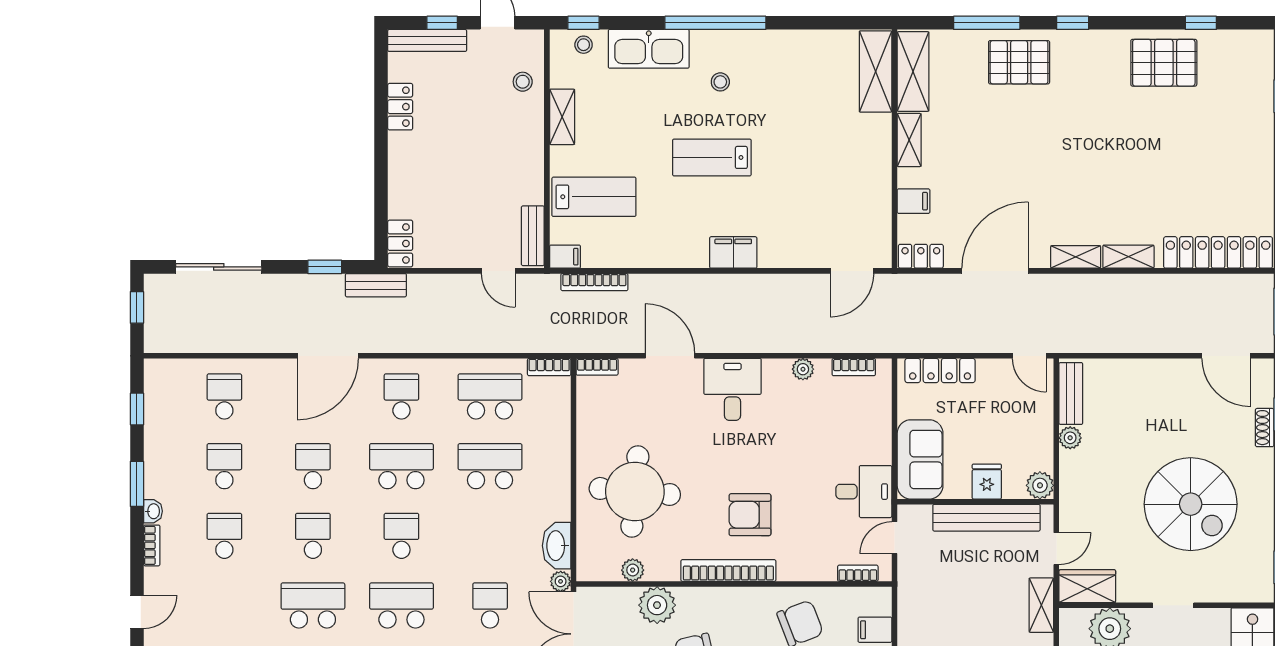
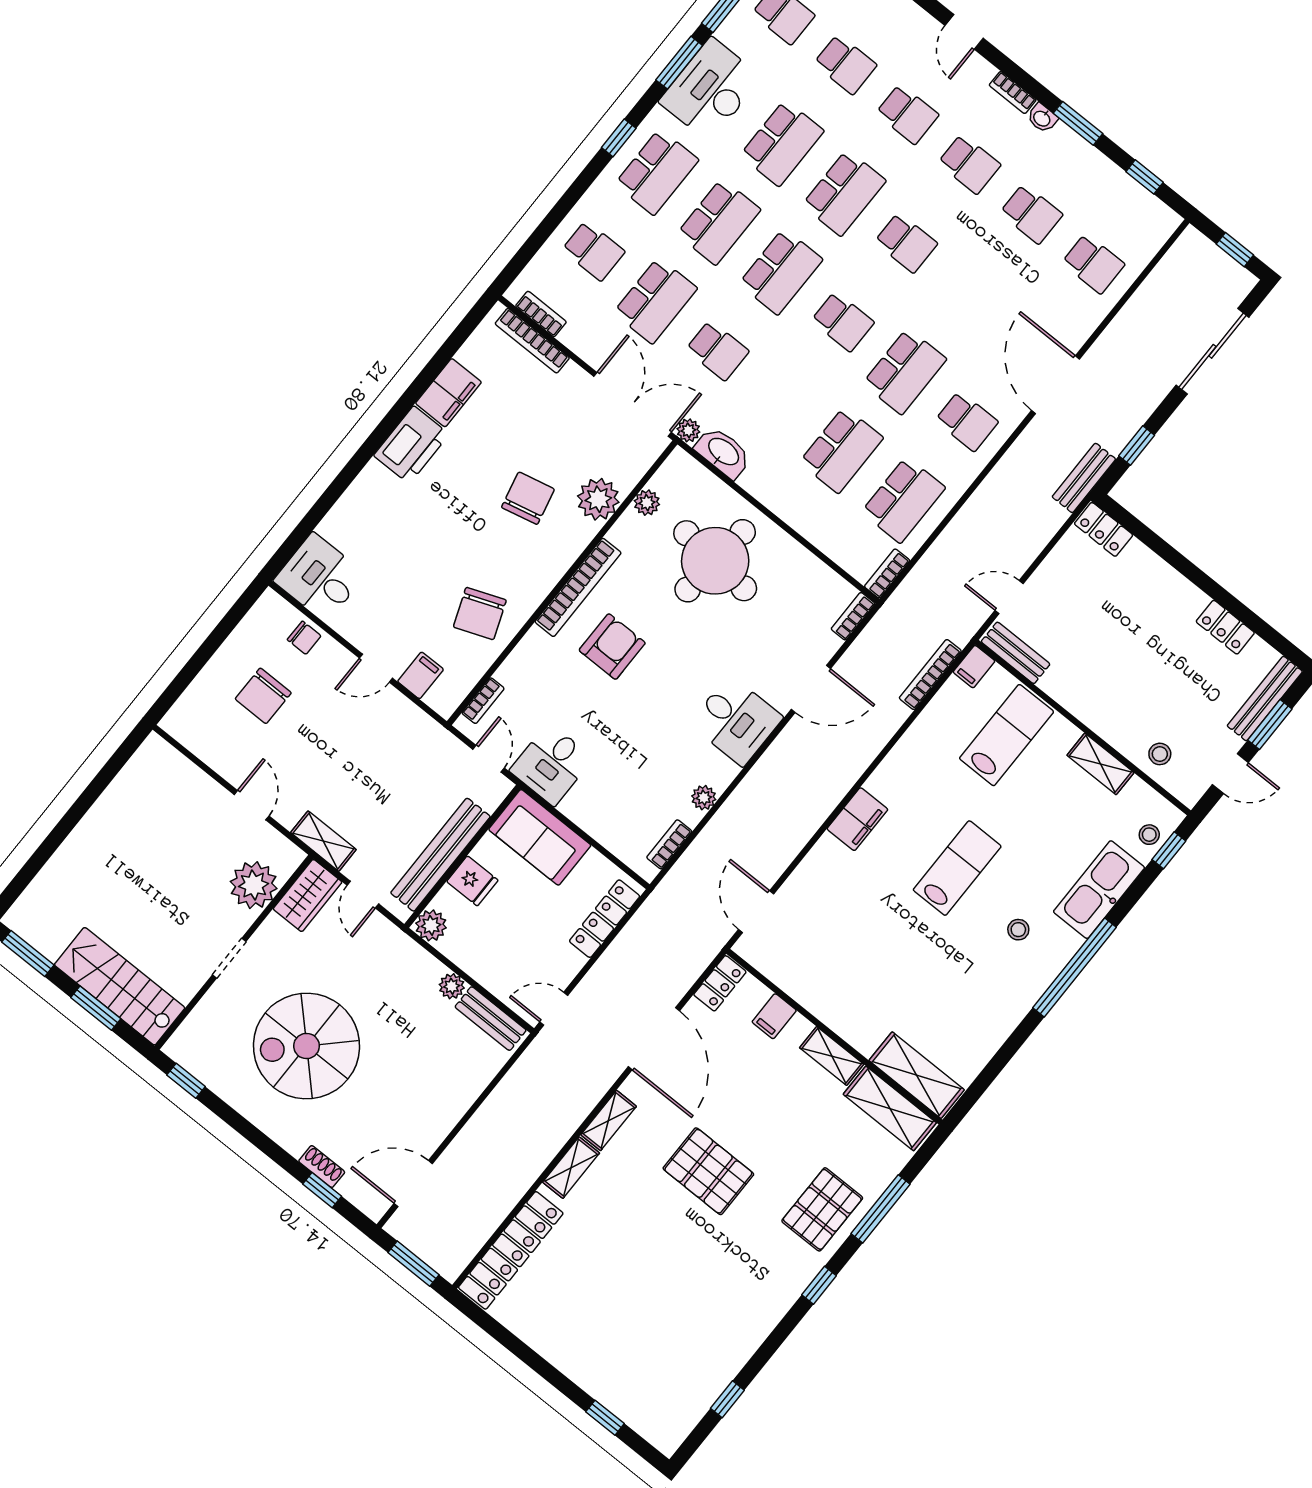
window: (442, 23) -> (1270, 725), width x1.50
pallet: (1164, 63) -> (708, 1171), moved, turned 90
lab bench: (594, 197) -> (1007, 735), turned 180
school desk: (313, 466) -> (907, 114), moved

